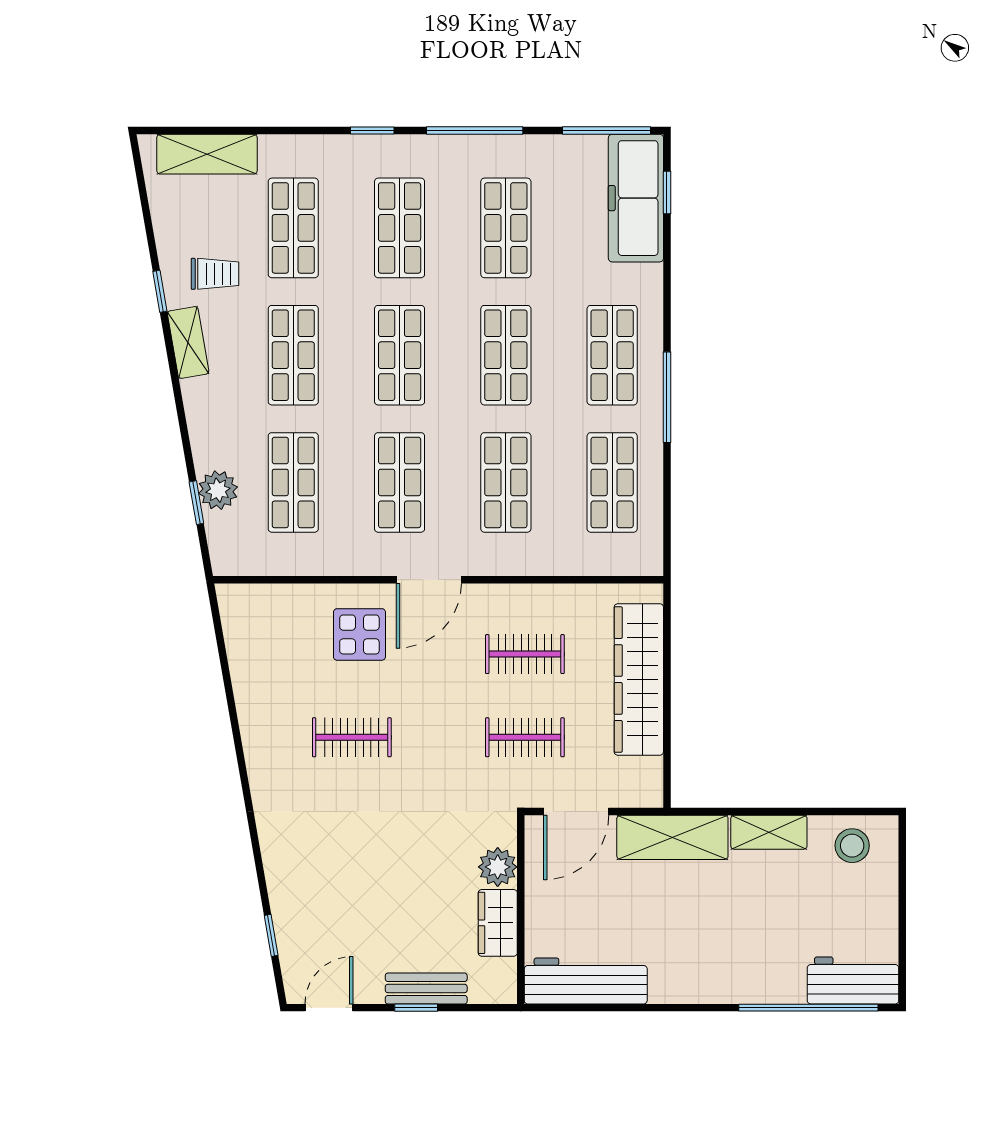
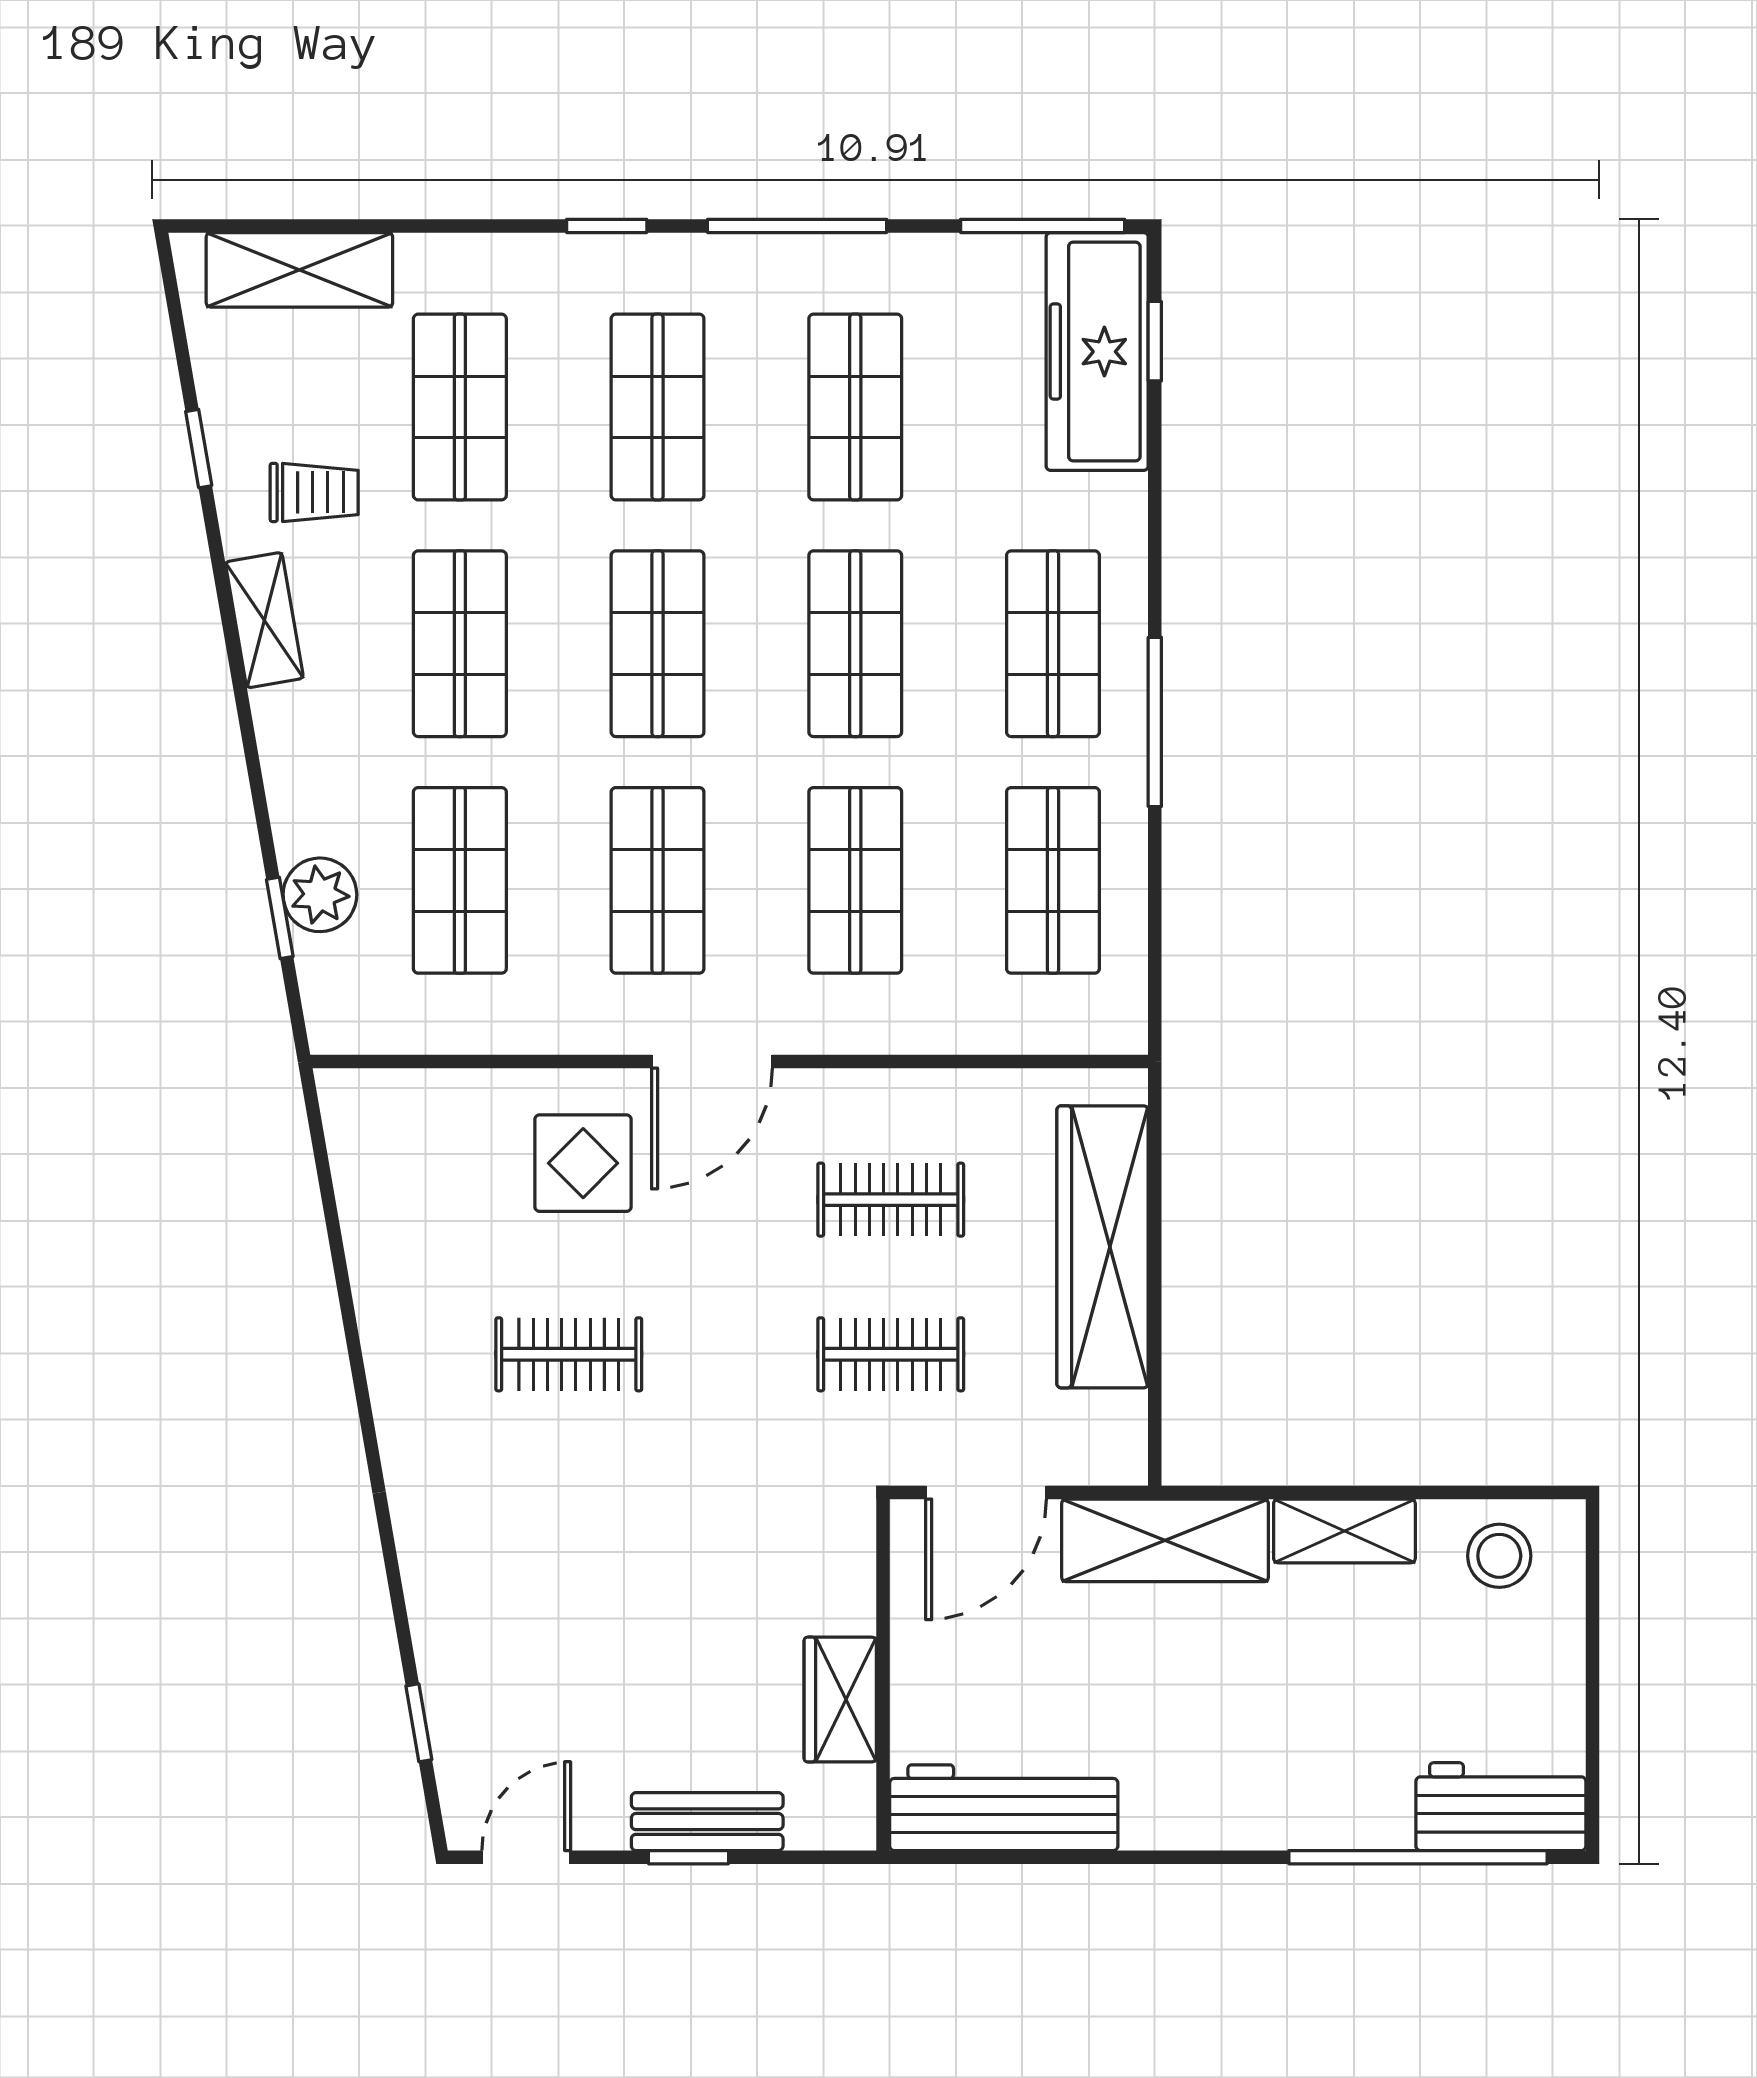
window: (160, 291) -> (199, 449), moved
plant: (498, 867) -> (840, 1596), removed

